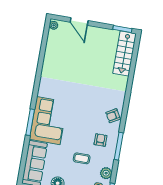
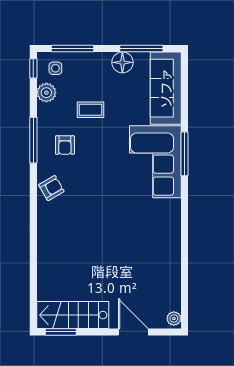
stairs: (125, 54) -> (73, 315), moved, turned -90

